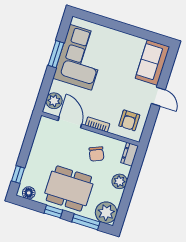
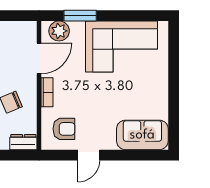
window: (56, 54) -> (80, 16), moved
door: (158, 97) -> (89, 155), moved
armchair: (129, 120) -> (64, 129), turned 180

